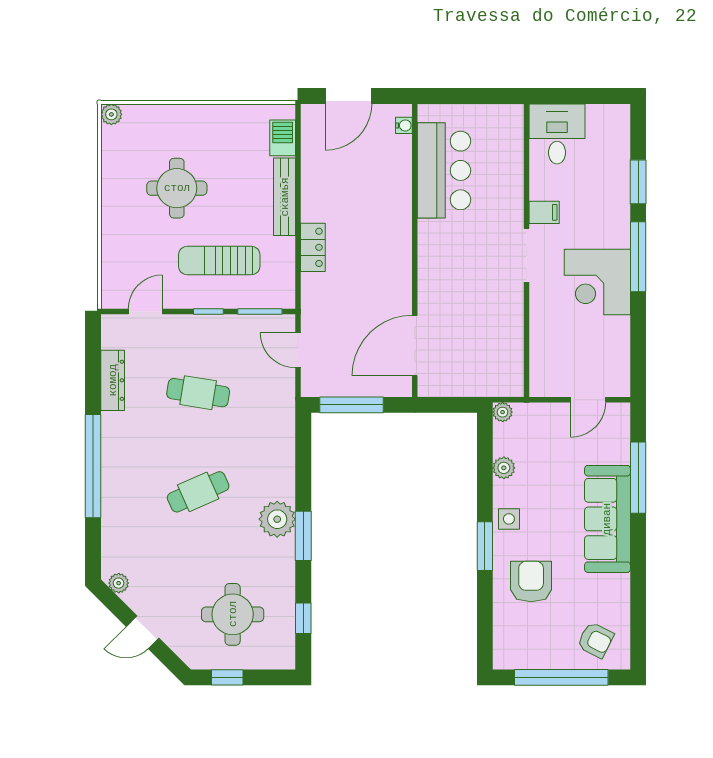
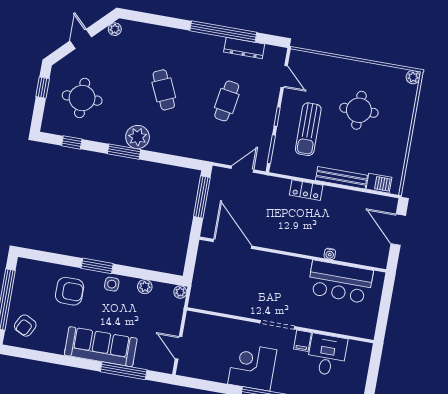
water cooler: (404, 125) -> (330, 254), moved
desk: (557, 134) -> (327, 355), moved, turned -90
sun lounger: (219, 260) -> (308, 129), turned 180
window: (93, 466) -> (223, 32), moved

